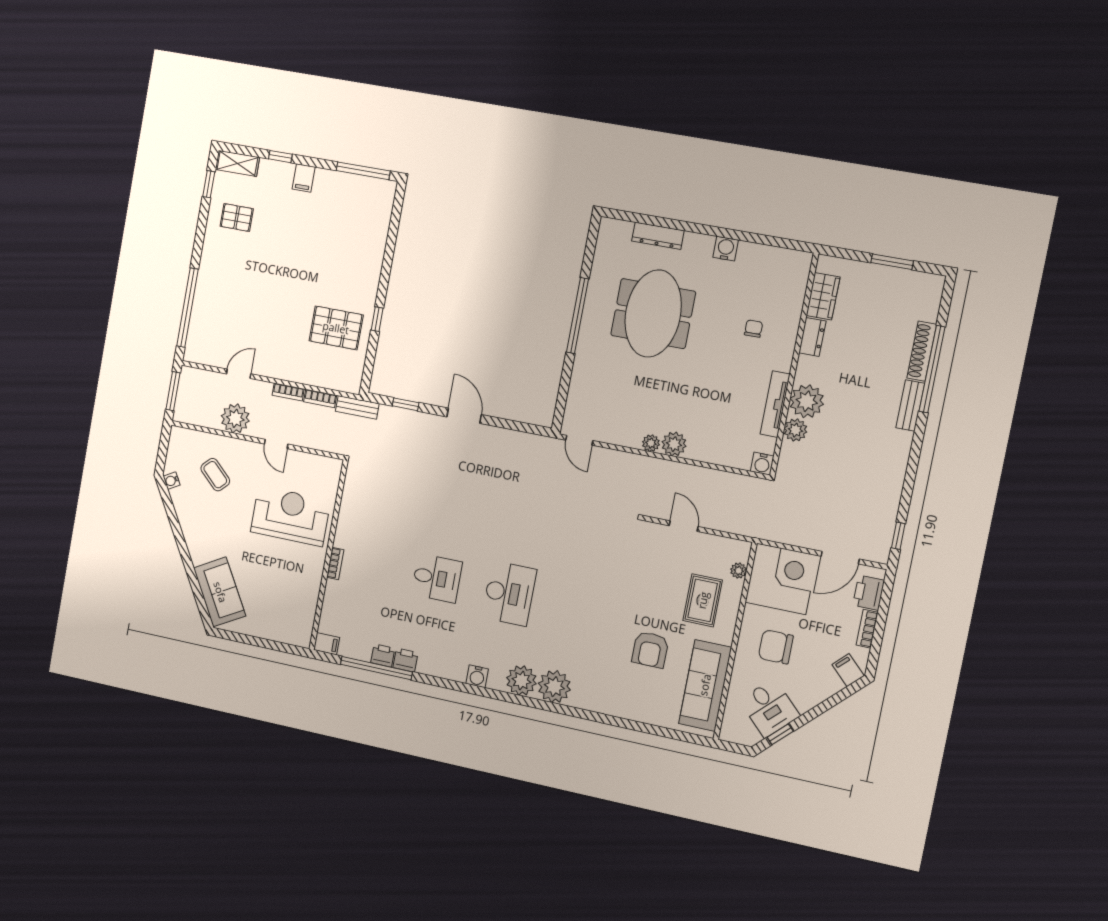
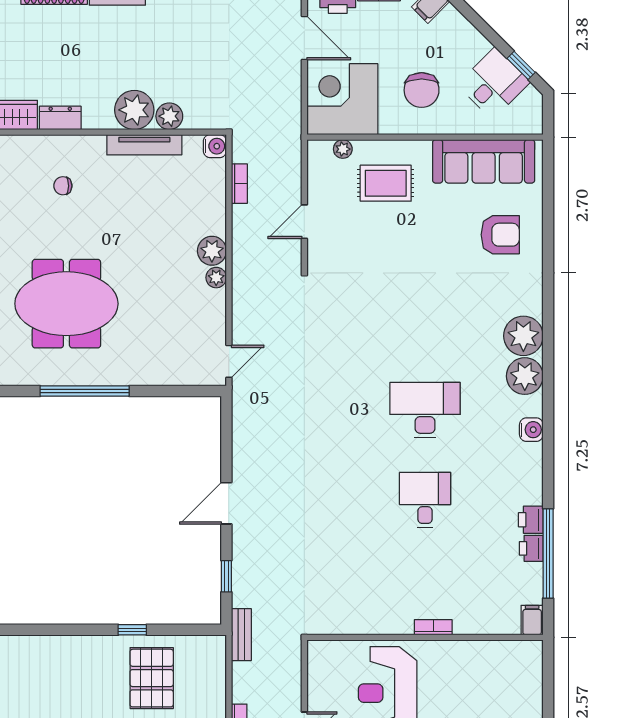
bookcase: (320, 398) -> (239, 184), moved
armchair: (650, 650) -> (500, 235), moved

